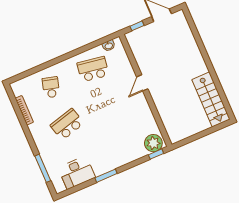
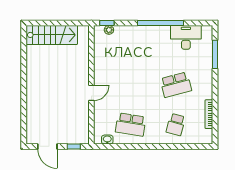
stairs: (211, 99) -> (52, 35), moved, turned 90
plant: (153, 143) -> (109, 30), width x0.53, depth x0.53
window: (106, 176) -> (161, 23), width x2.11

